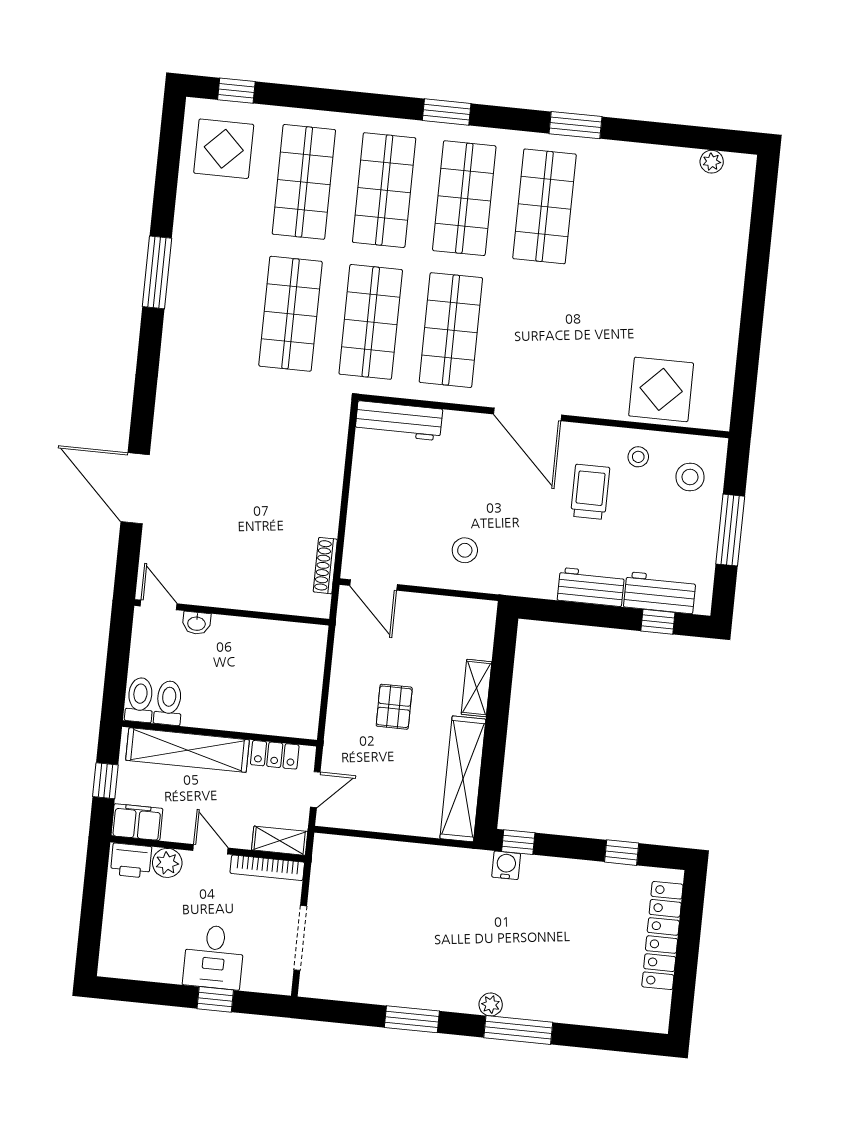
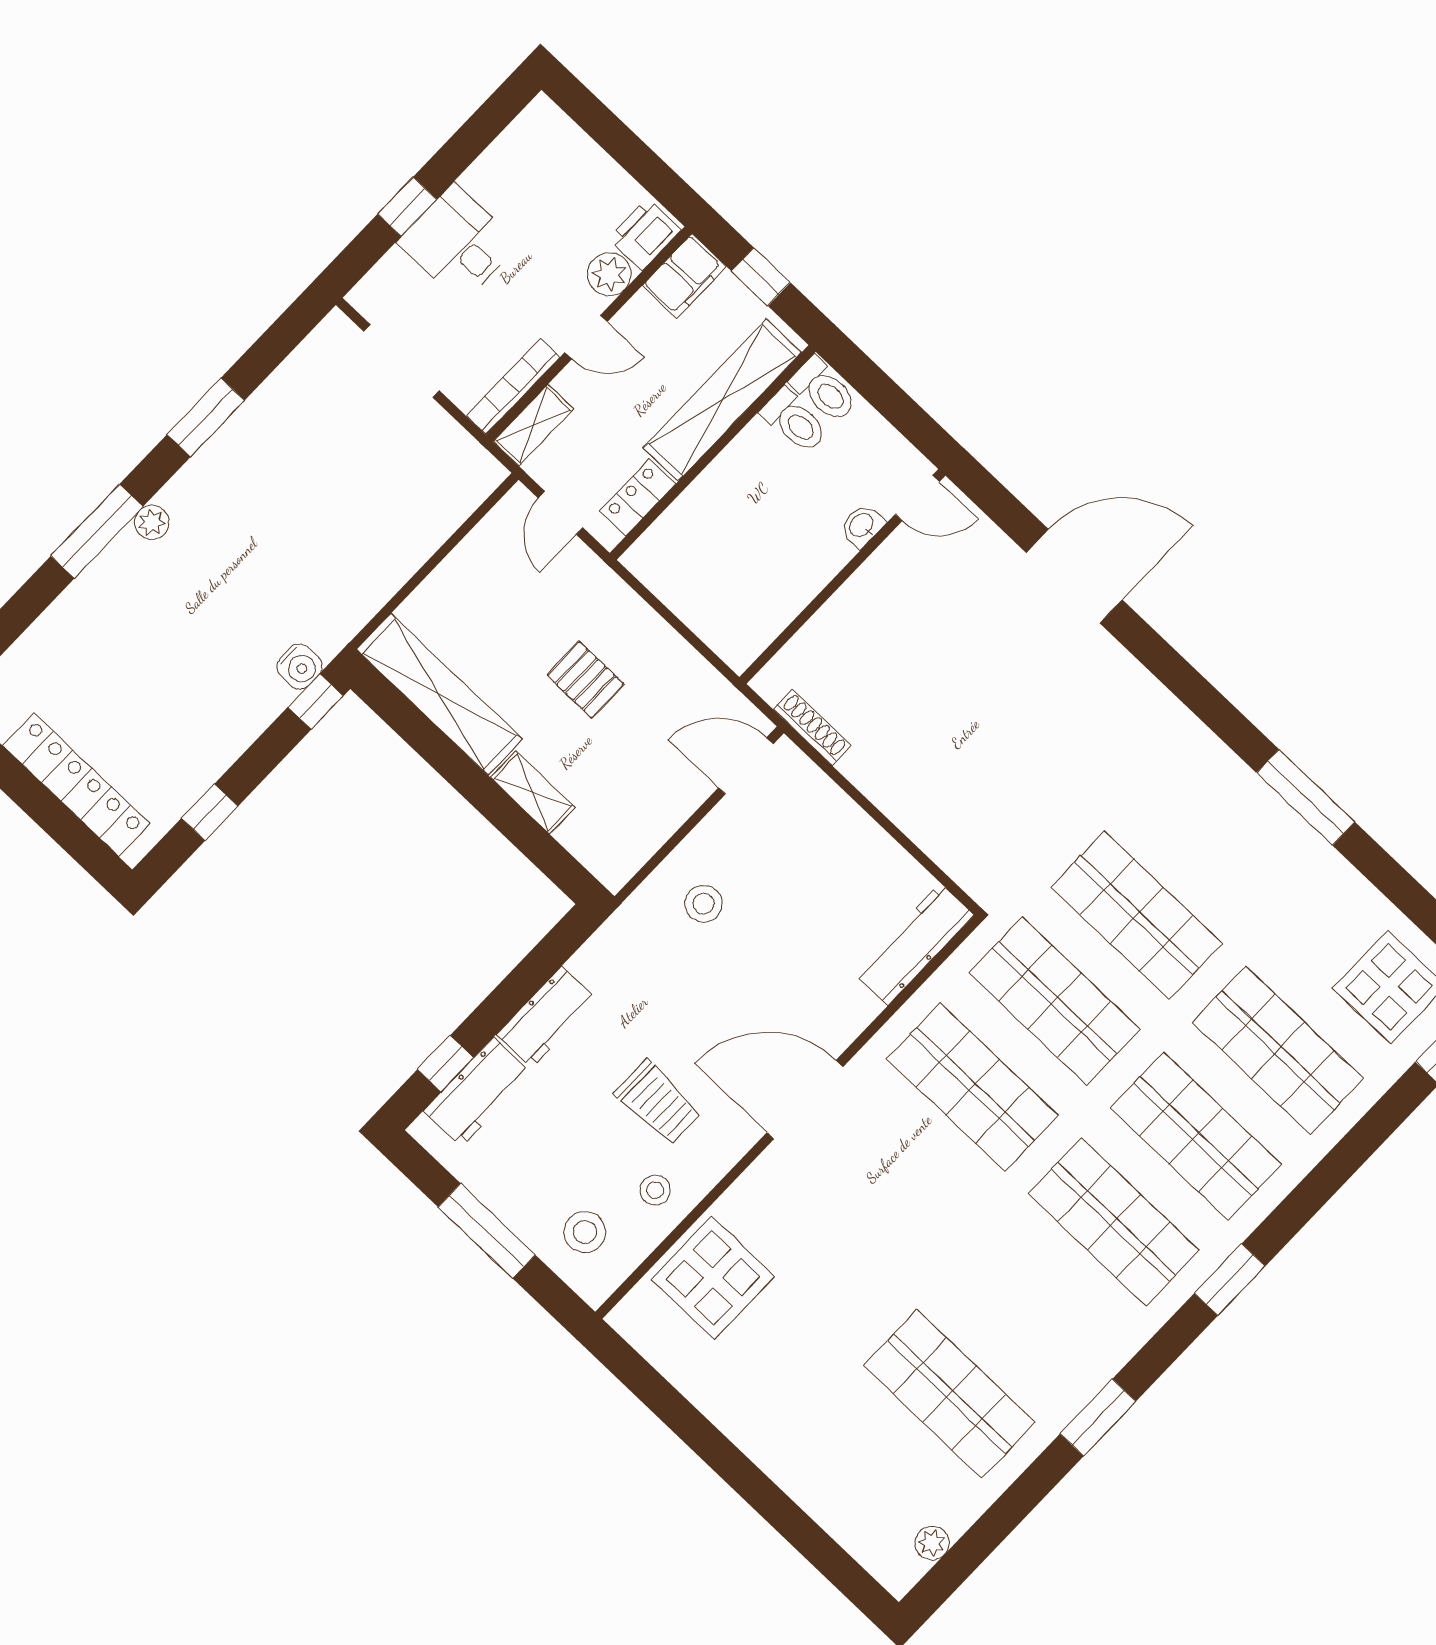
shop shelf: (544, 206) -> (949, 1394), moved

